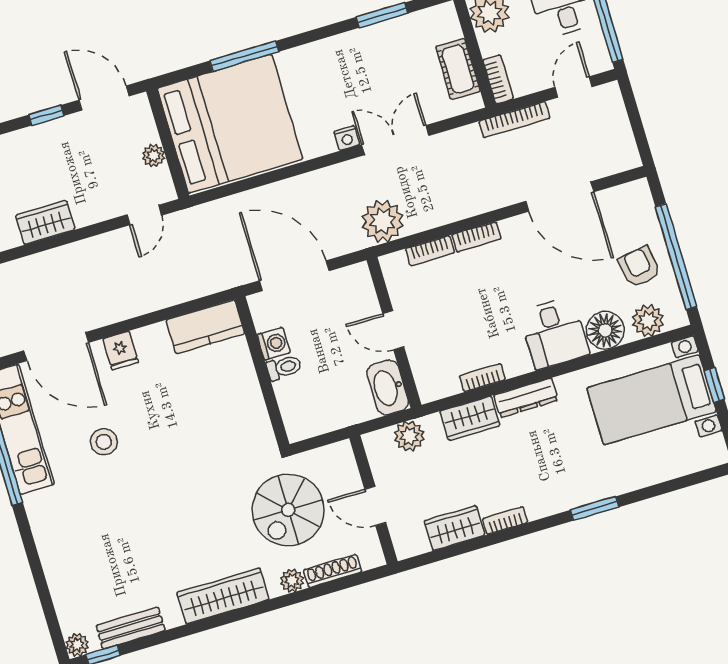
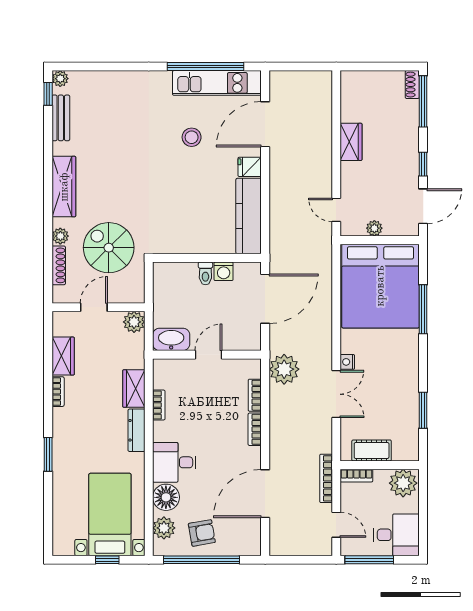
kitchen counter: (205, 327) -> (249, 216), width x1.50
plant: (409, 436) -> (134, 322), moved

